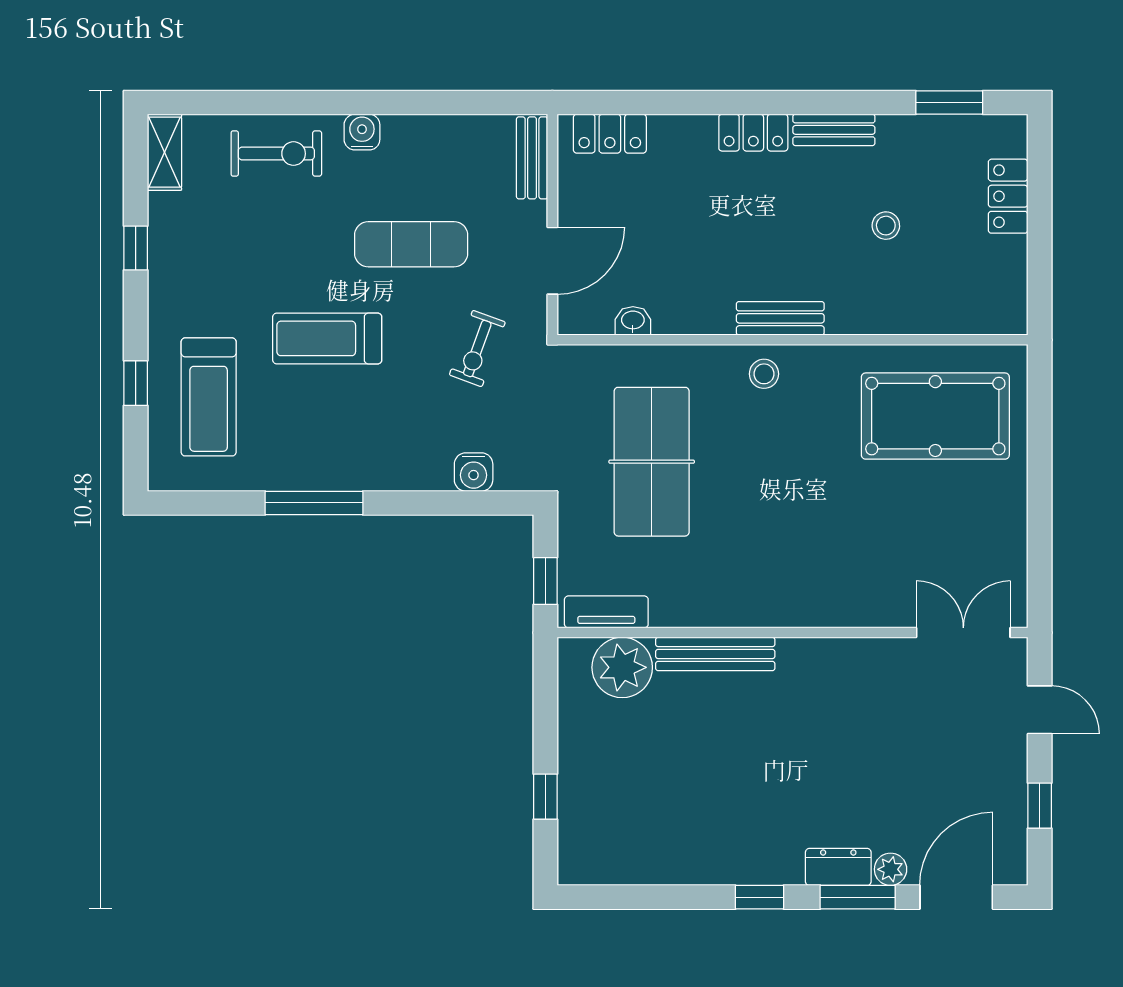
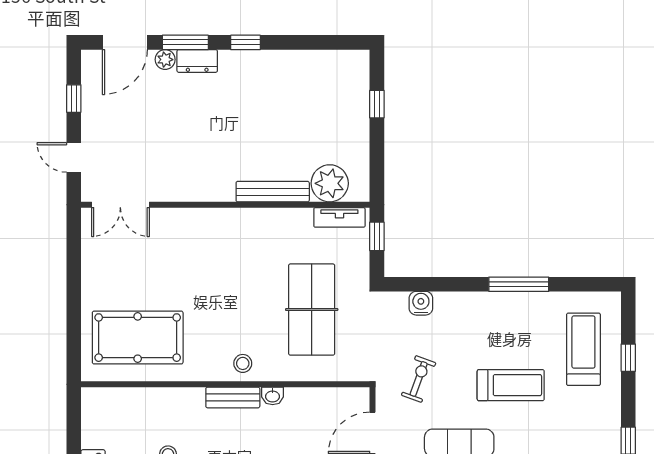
washbasin: (633, 321) -> (273, 396), moved

